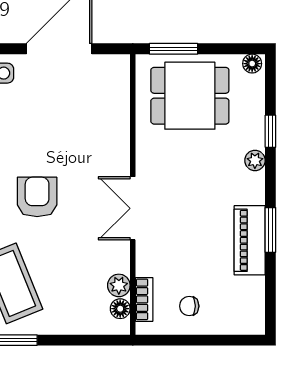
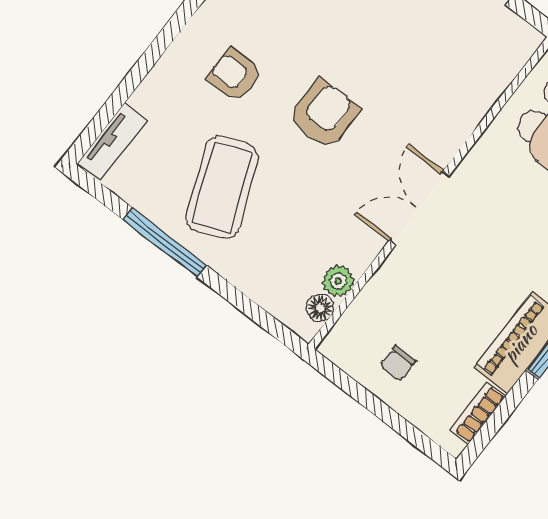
bookcase: (144, 299) -> (478, 413), moved, turned 180
chair: (189, 306) -> (398, 363), turned -90

